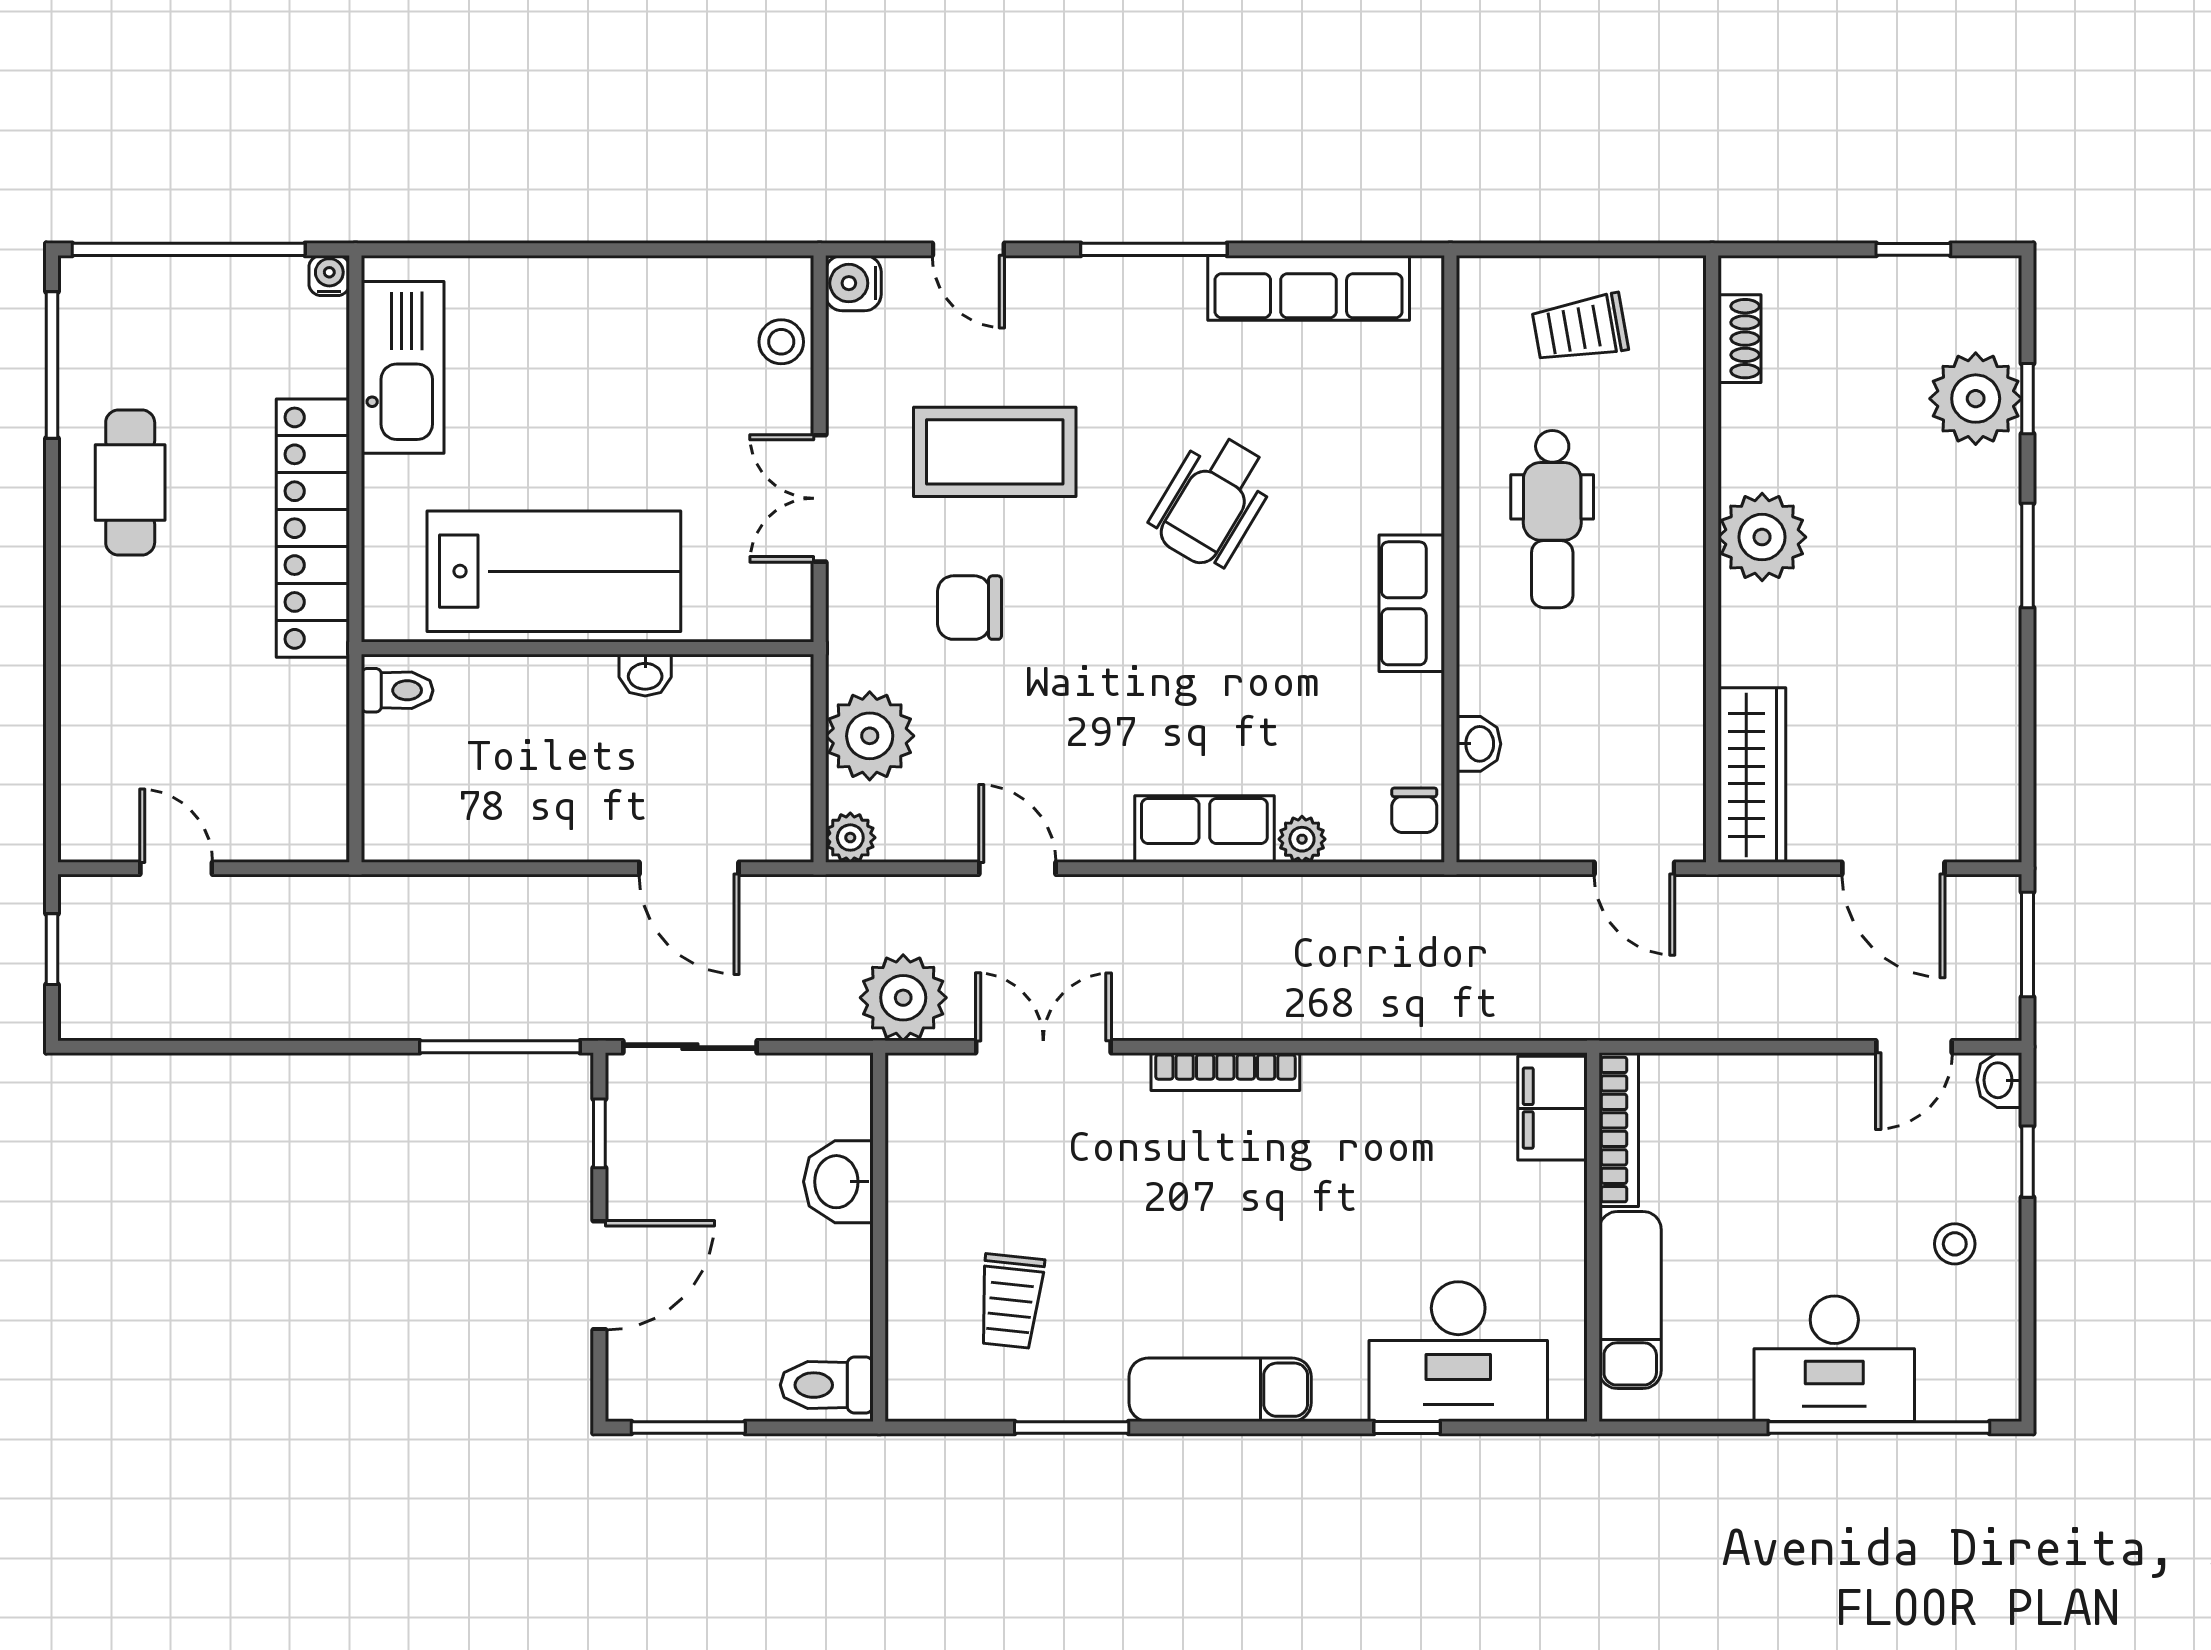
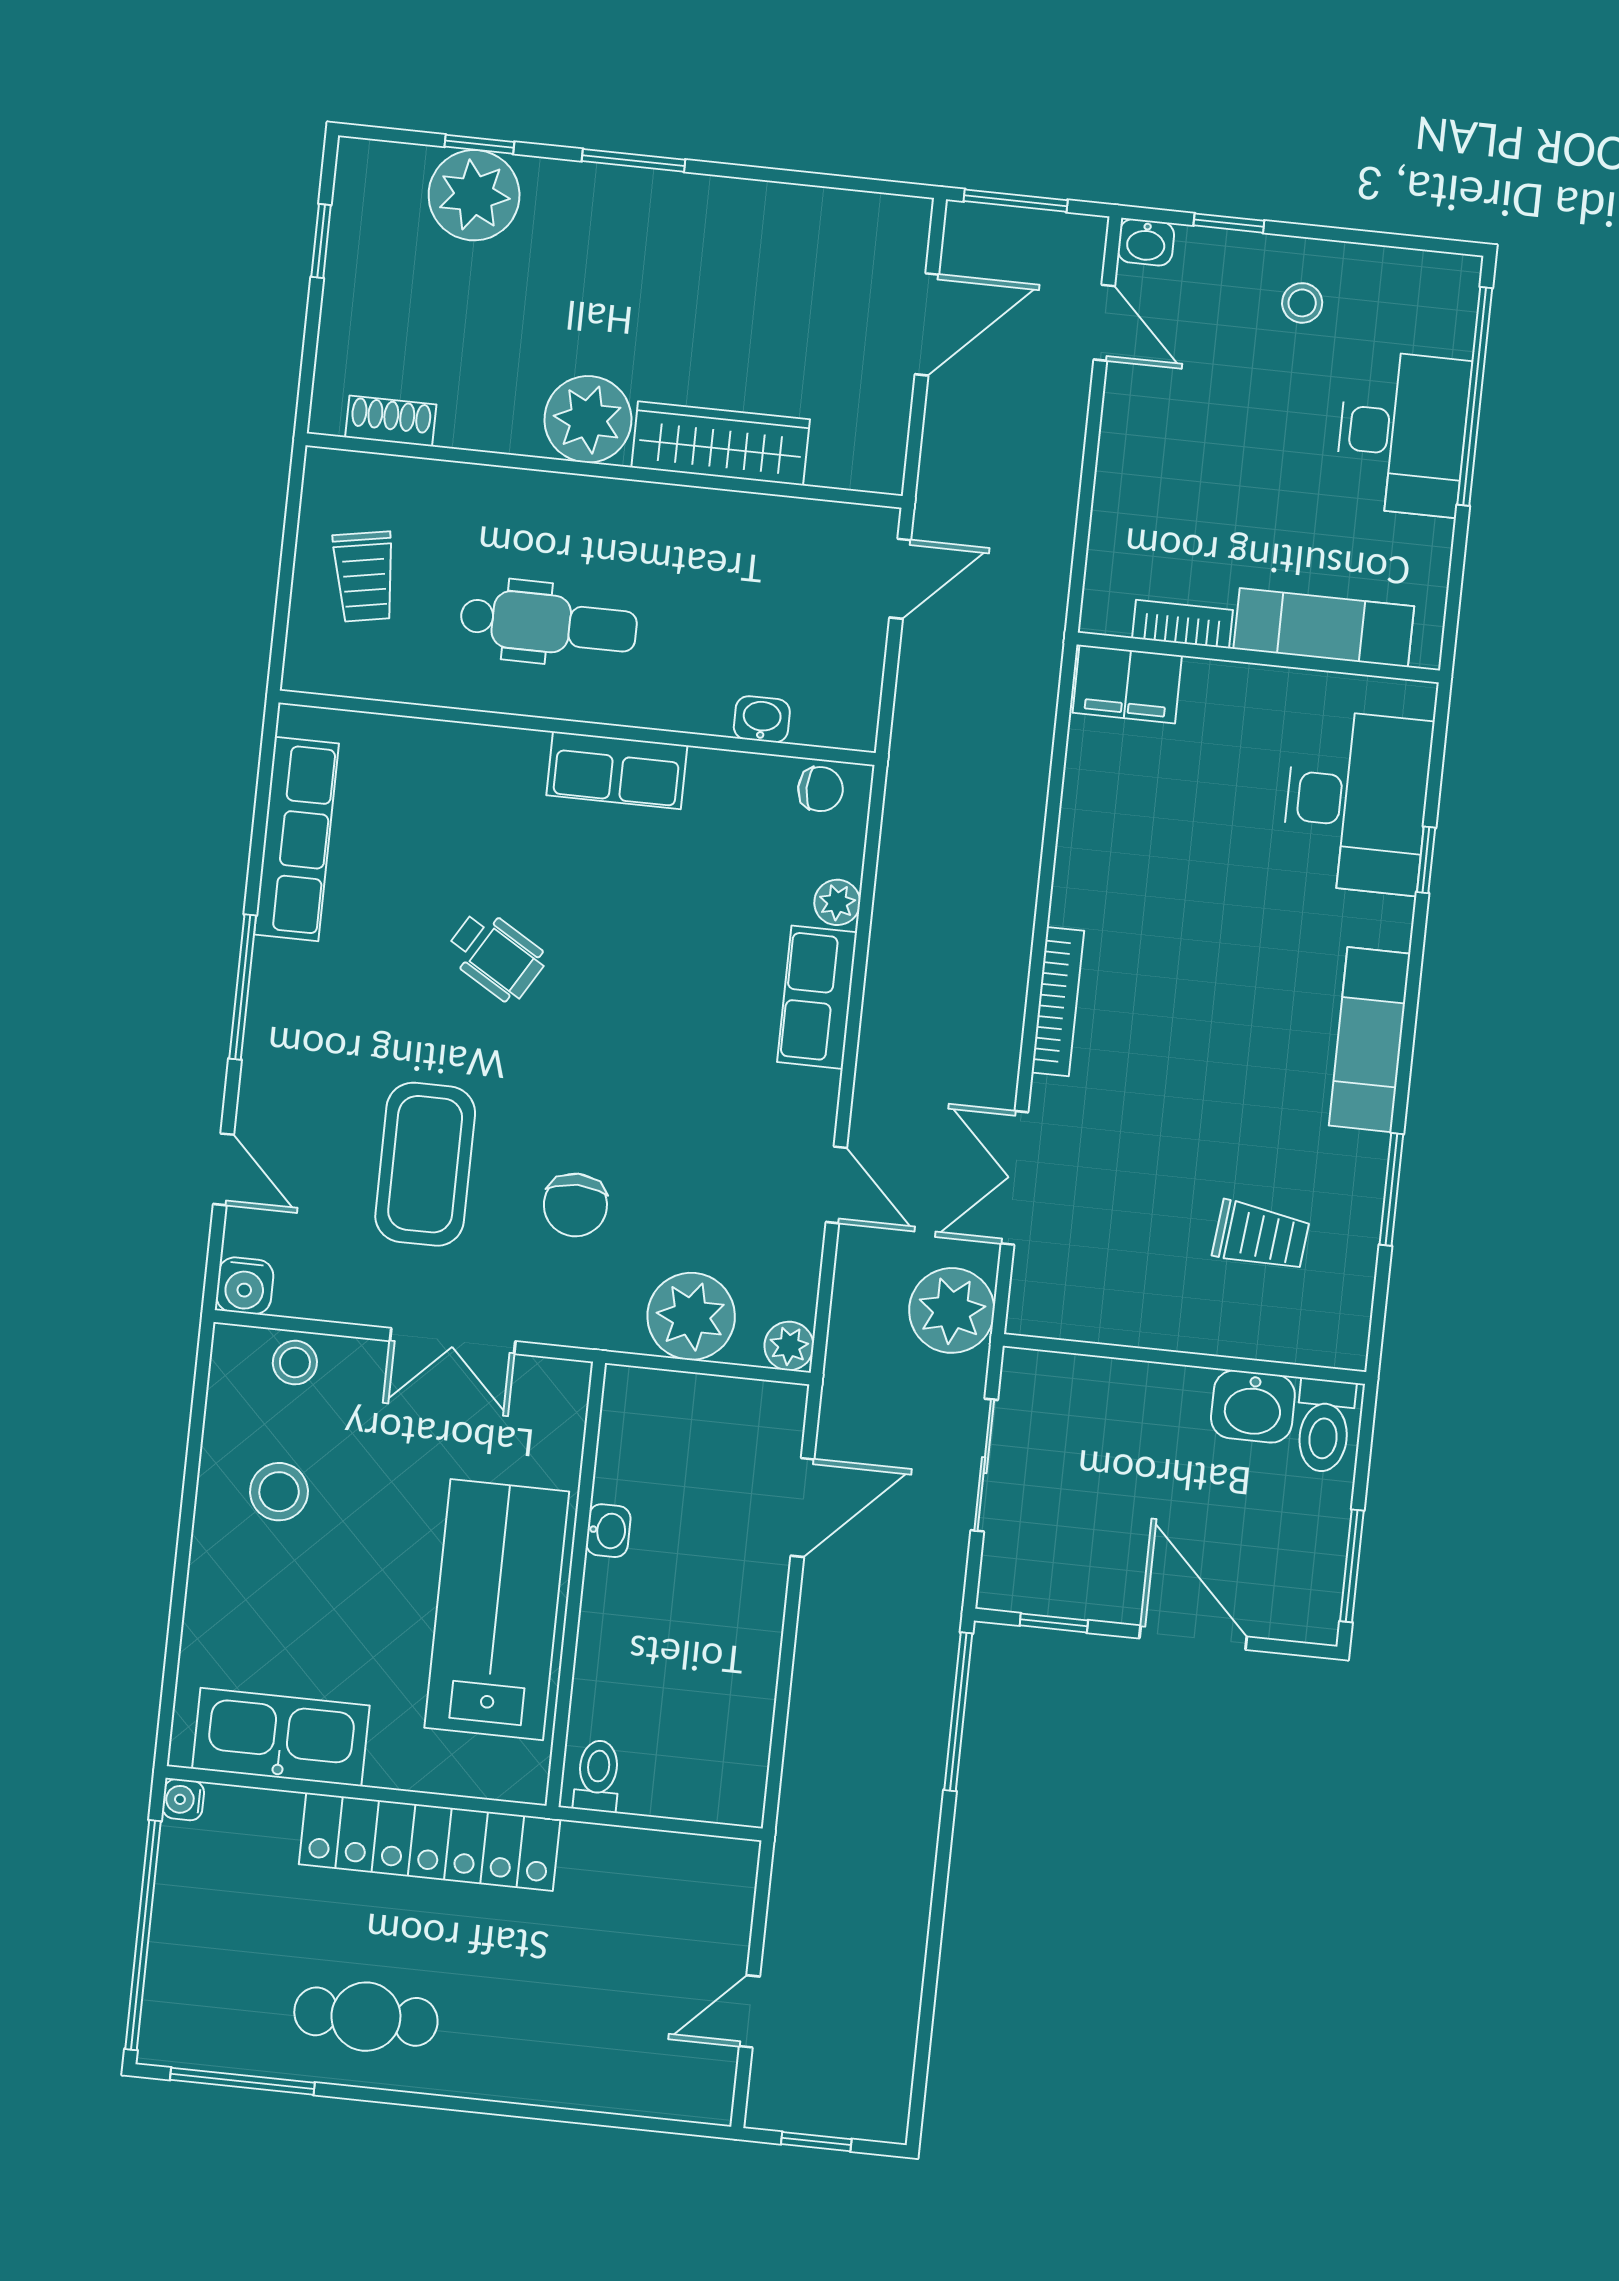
door: (968, 249) -> (223, 1169), hinge flipped
stool: (650, 339) -> (279, 1492), added
wheelchair: (1212, 501) -> (496, 956), width x0.73, depth x0.73
wardrobe: (1752, 775) -> (721, 443), moved
door: (1017, 868) -> (836, 1185), swing flipped
sliding door: (690, 1047) -> (984, 1465), moved
bookcase: (1619, 1130) -> (1182, 624), width x0.64
washbasin: (838, 1182) -> (1253, 1406), moved

